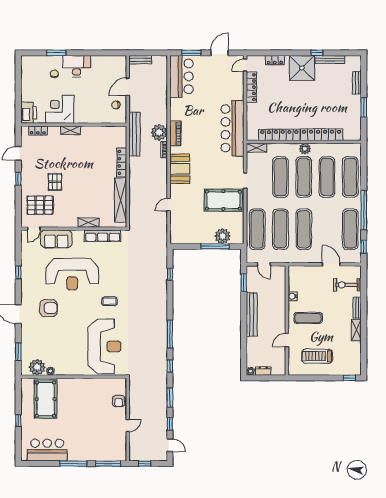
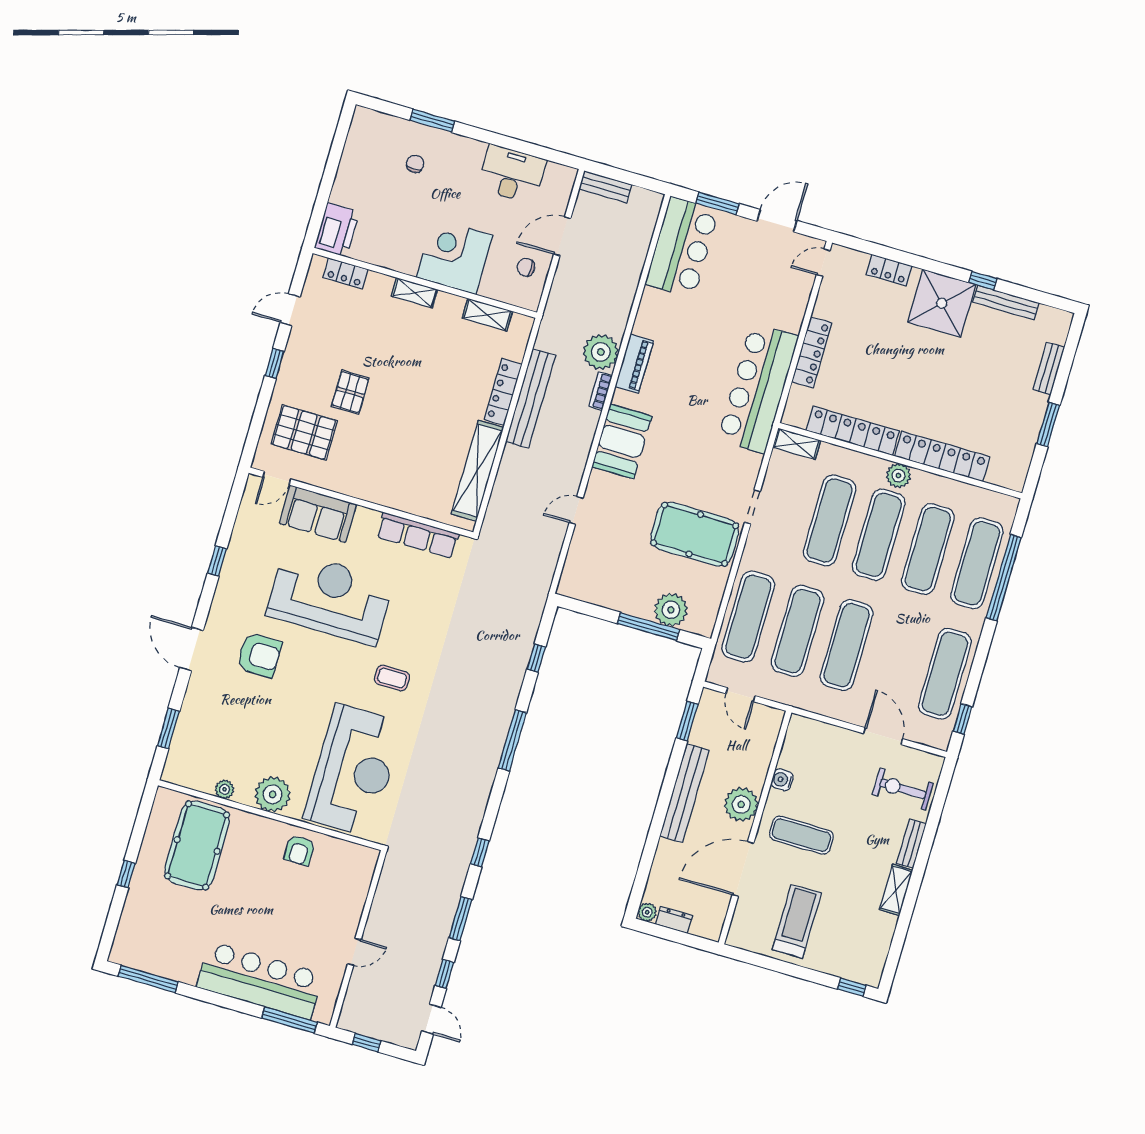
desk: (77, 66) -> (512, 174), moved
locker: (251, 87) -> (812, 352), moved
corner desk: (60, 109) -> (455, 256), moved
bench: (134, 134) -> (530, 398), moved
window: (364, 210) -> (1004, 578), moved
shelving: (88, 223) -> (487, 315), moved
reception desk: (72, 274) -> (330, 598), turned 180
plant: (278, 312) -> (741, 804), added
window: (170, 334) -> (512, 740), moved
door: (287, 340) -> (743, 869), width x1.88
treadmill: (317, 356) -> (797, 921), turned 90
plant: (37, 367) -> (273, 794), moved
armchair: (119, 401) -> (299, 850), moved
bar counter: (47, 450) -> (260, 980), moved, width x1.36
window: (73, 464) -> (148, 979), moved

